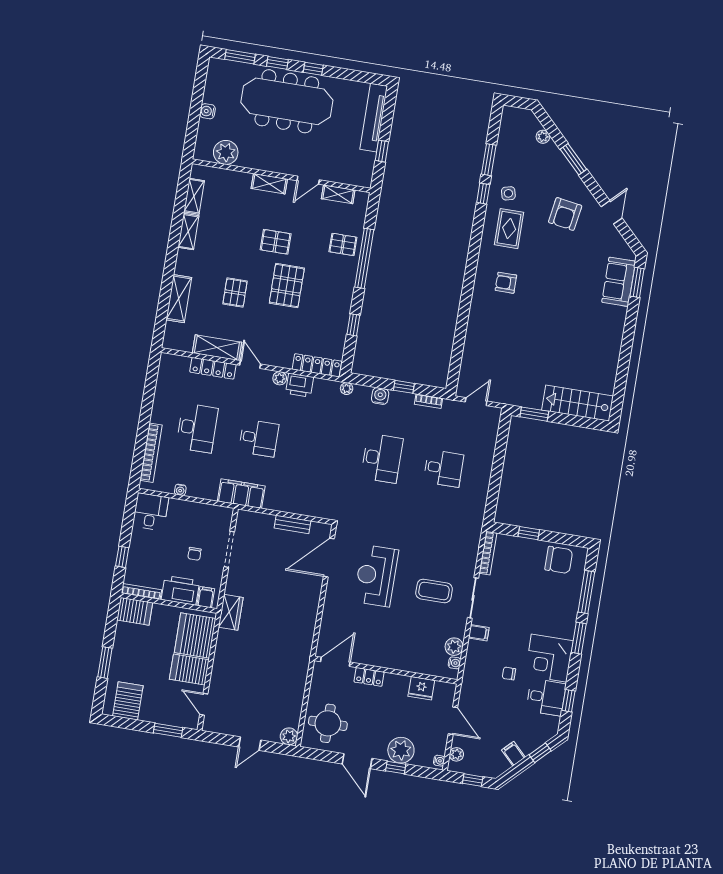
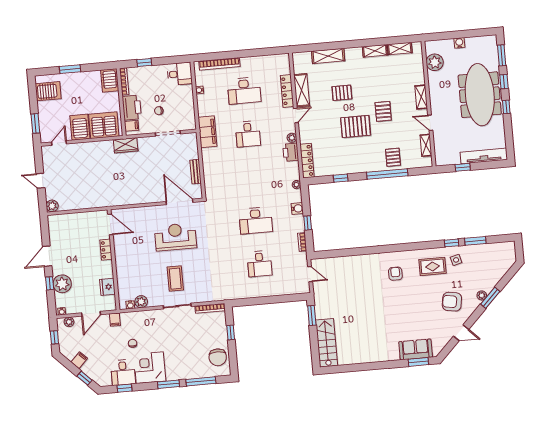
plant: (543, 137) -> (482, 295), moved
filing cabinet: (479, 633) -> (115, 319), moved
round table: (328, 723) -> (68, 230), removed

